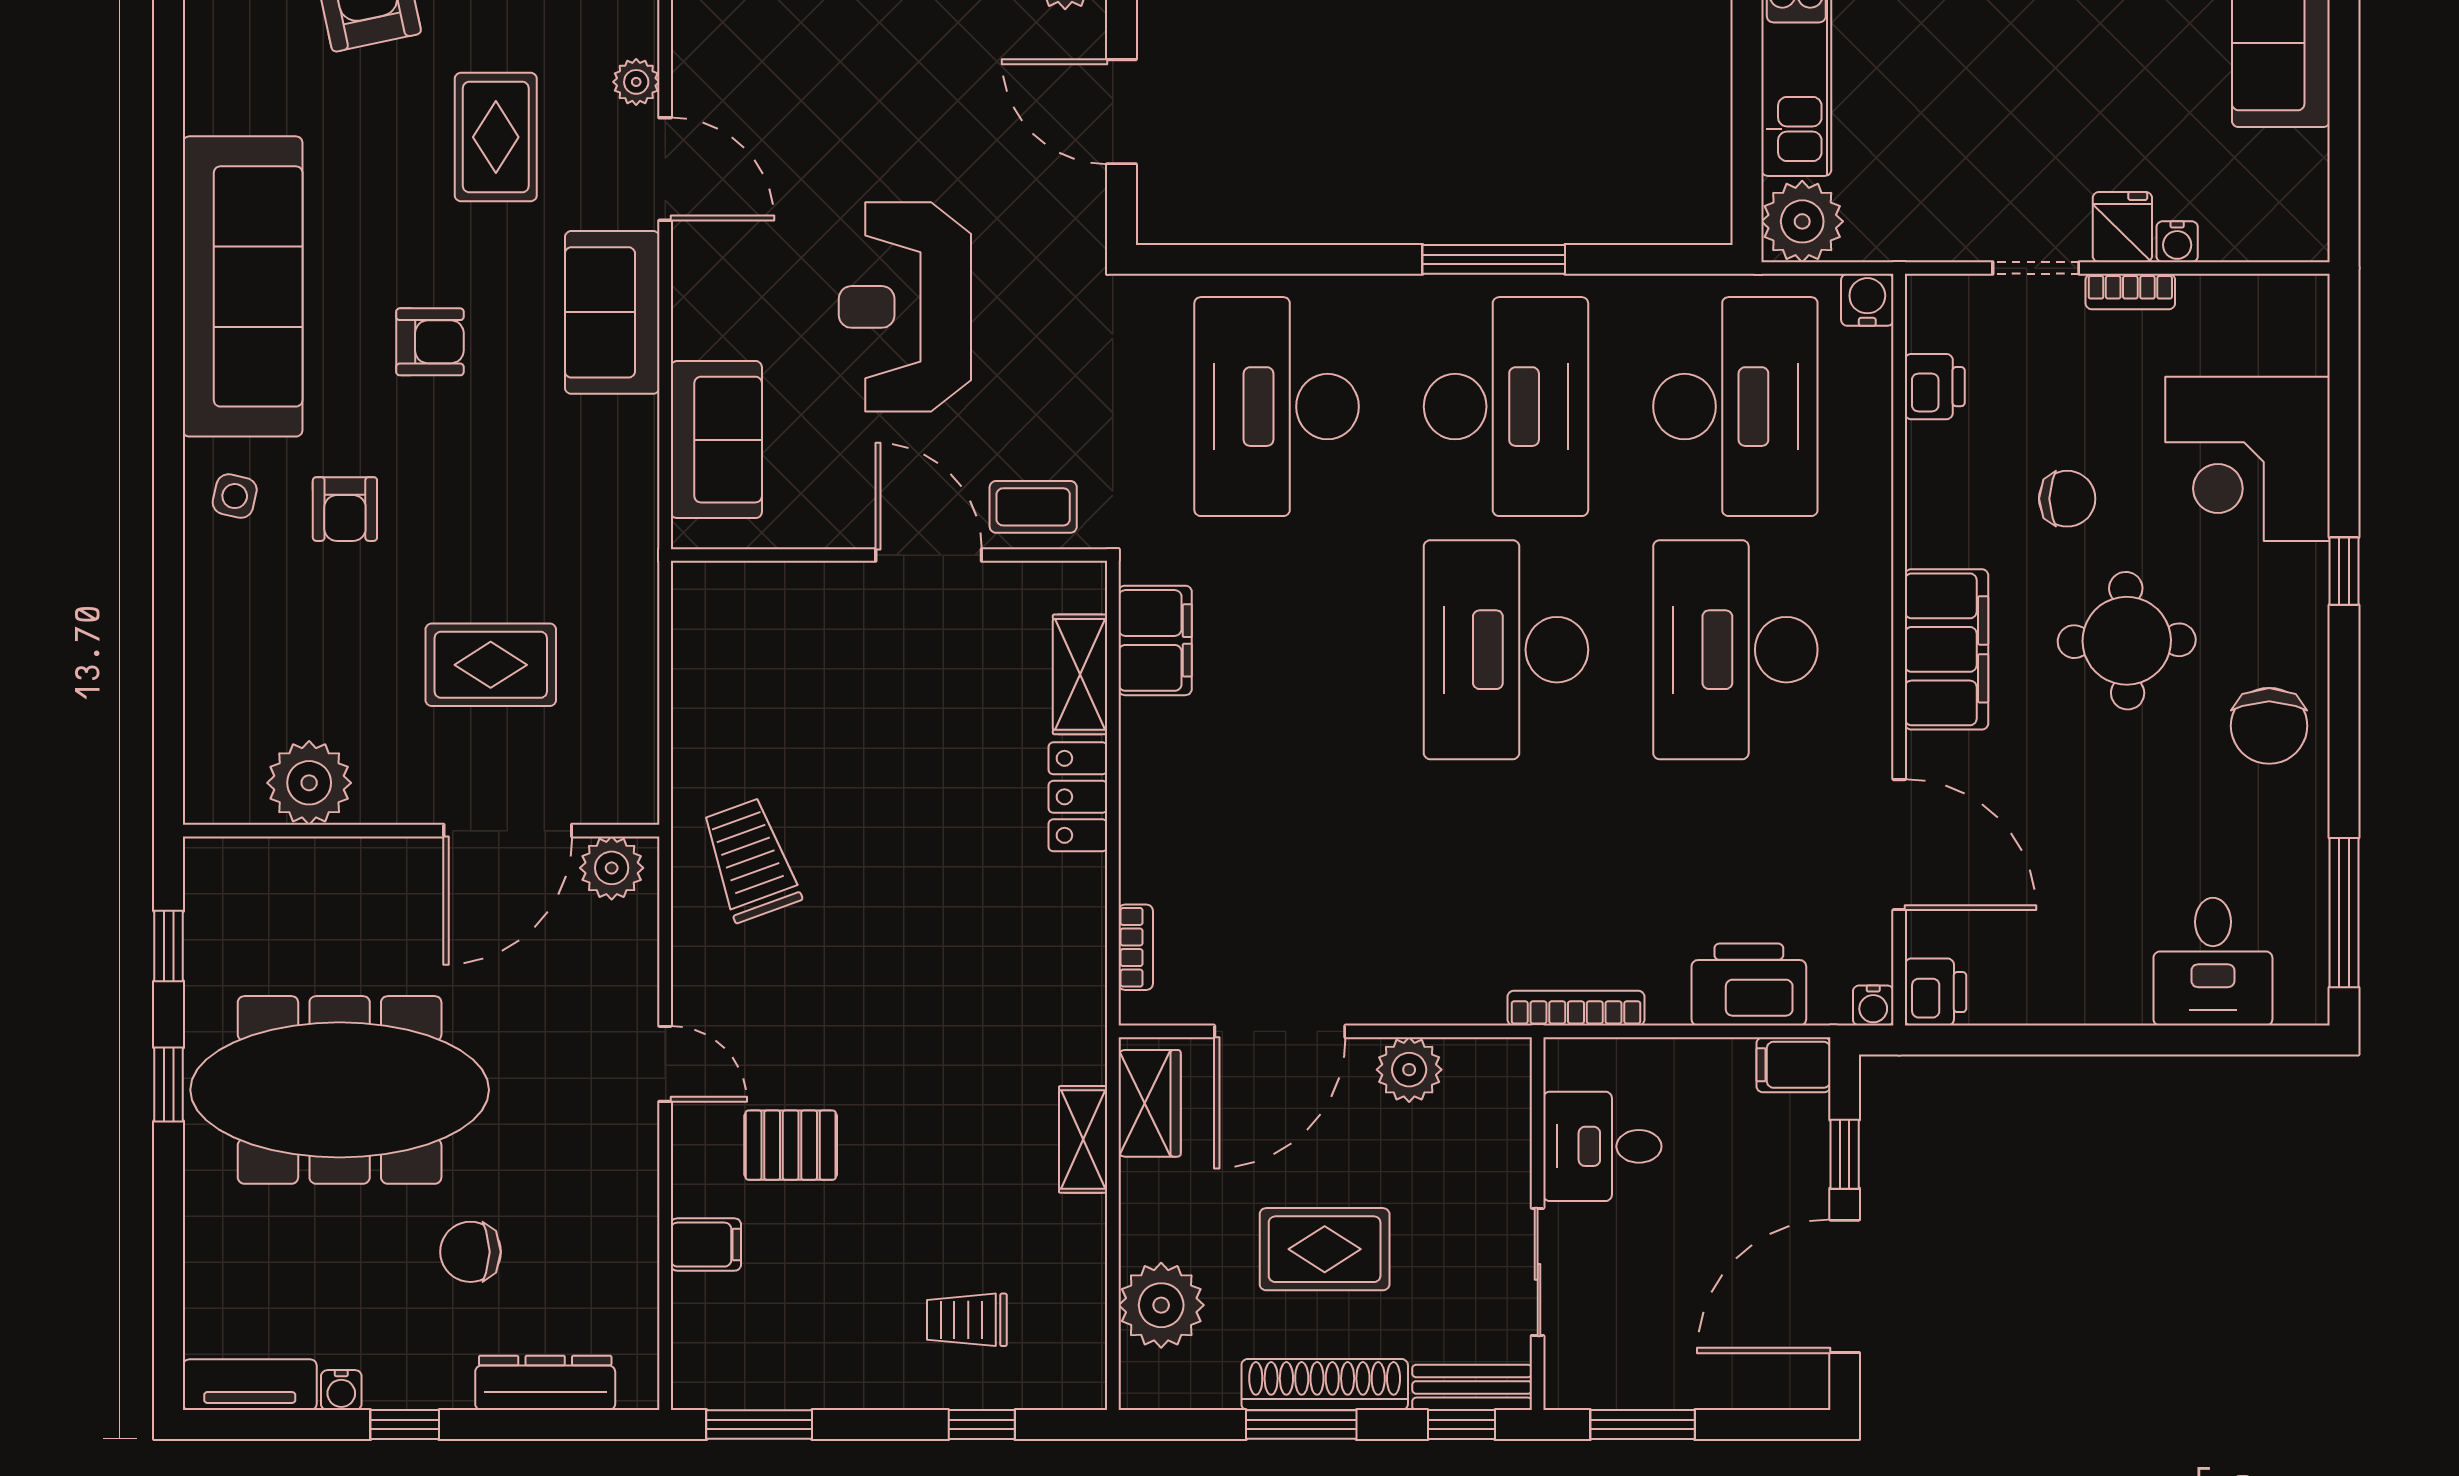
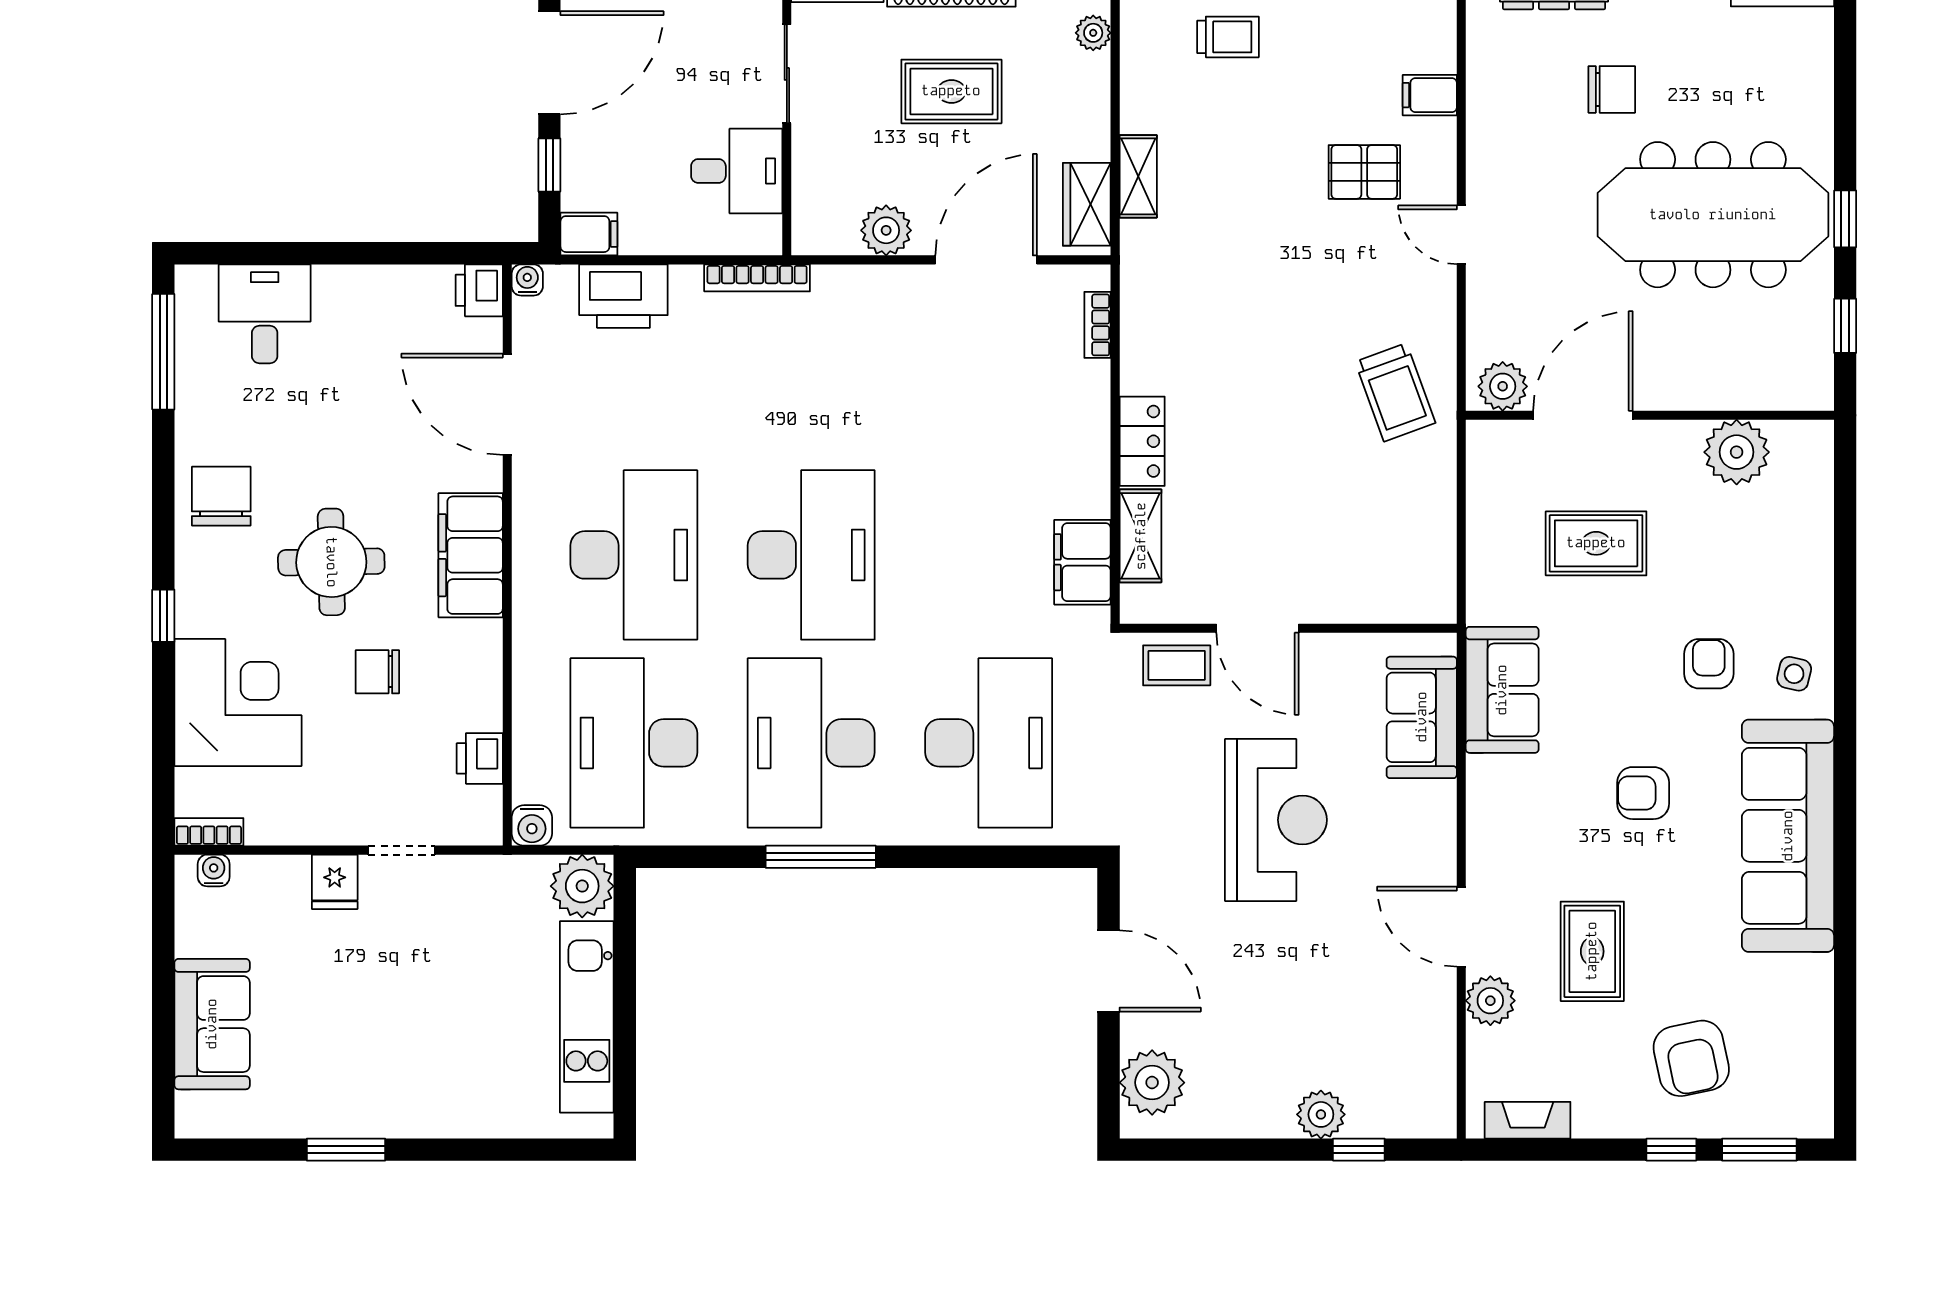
plant: (636, 82) -> (1490, 1001), width x1.38, depth x1.38
water cooler: (2177, 242) -> (214, 870), moved
bookcase: (2130, 292) -> (209, 832), moved
sofa: (612, 312) -> (1502, 690), moved
plant: (1161, 1305) -> (1093, 33), width x0.53, depth x0.53

